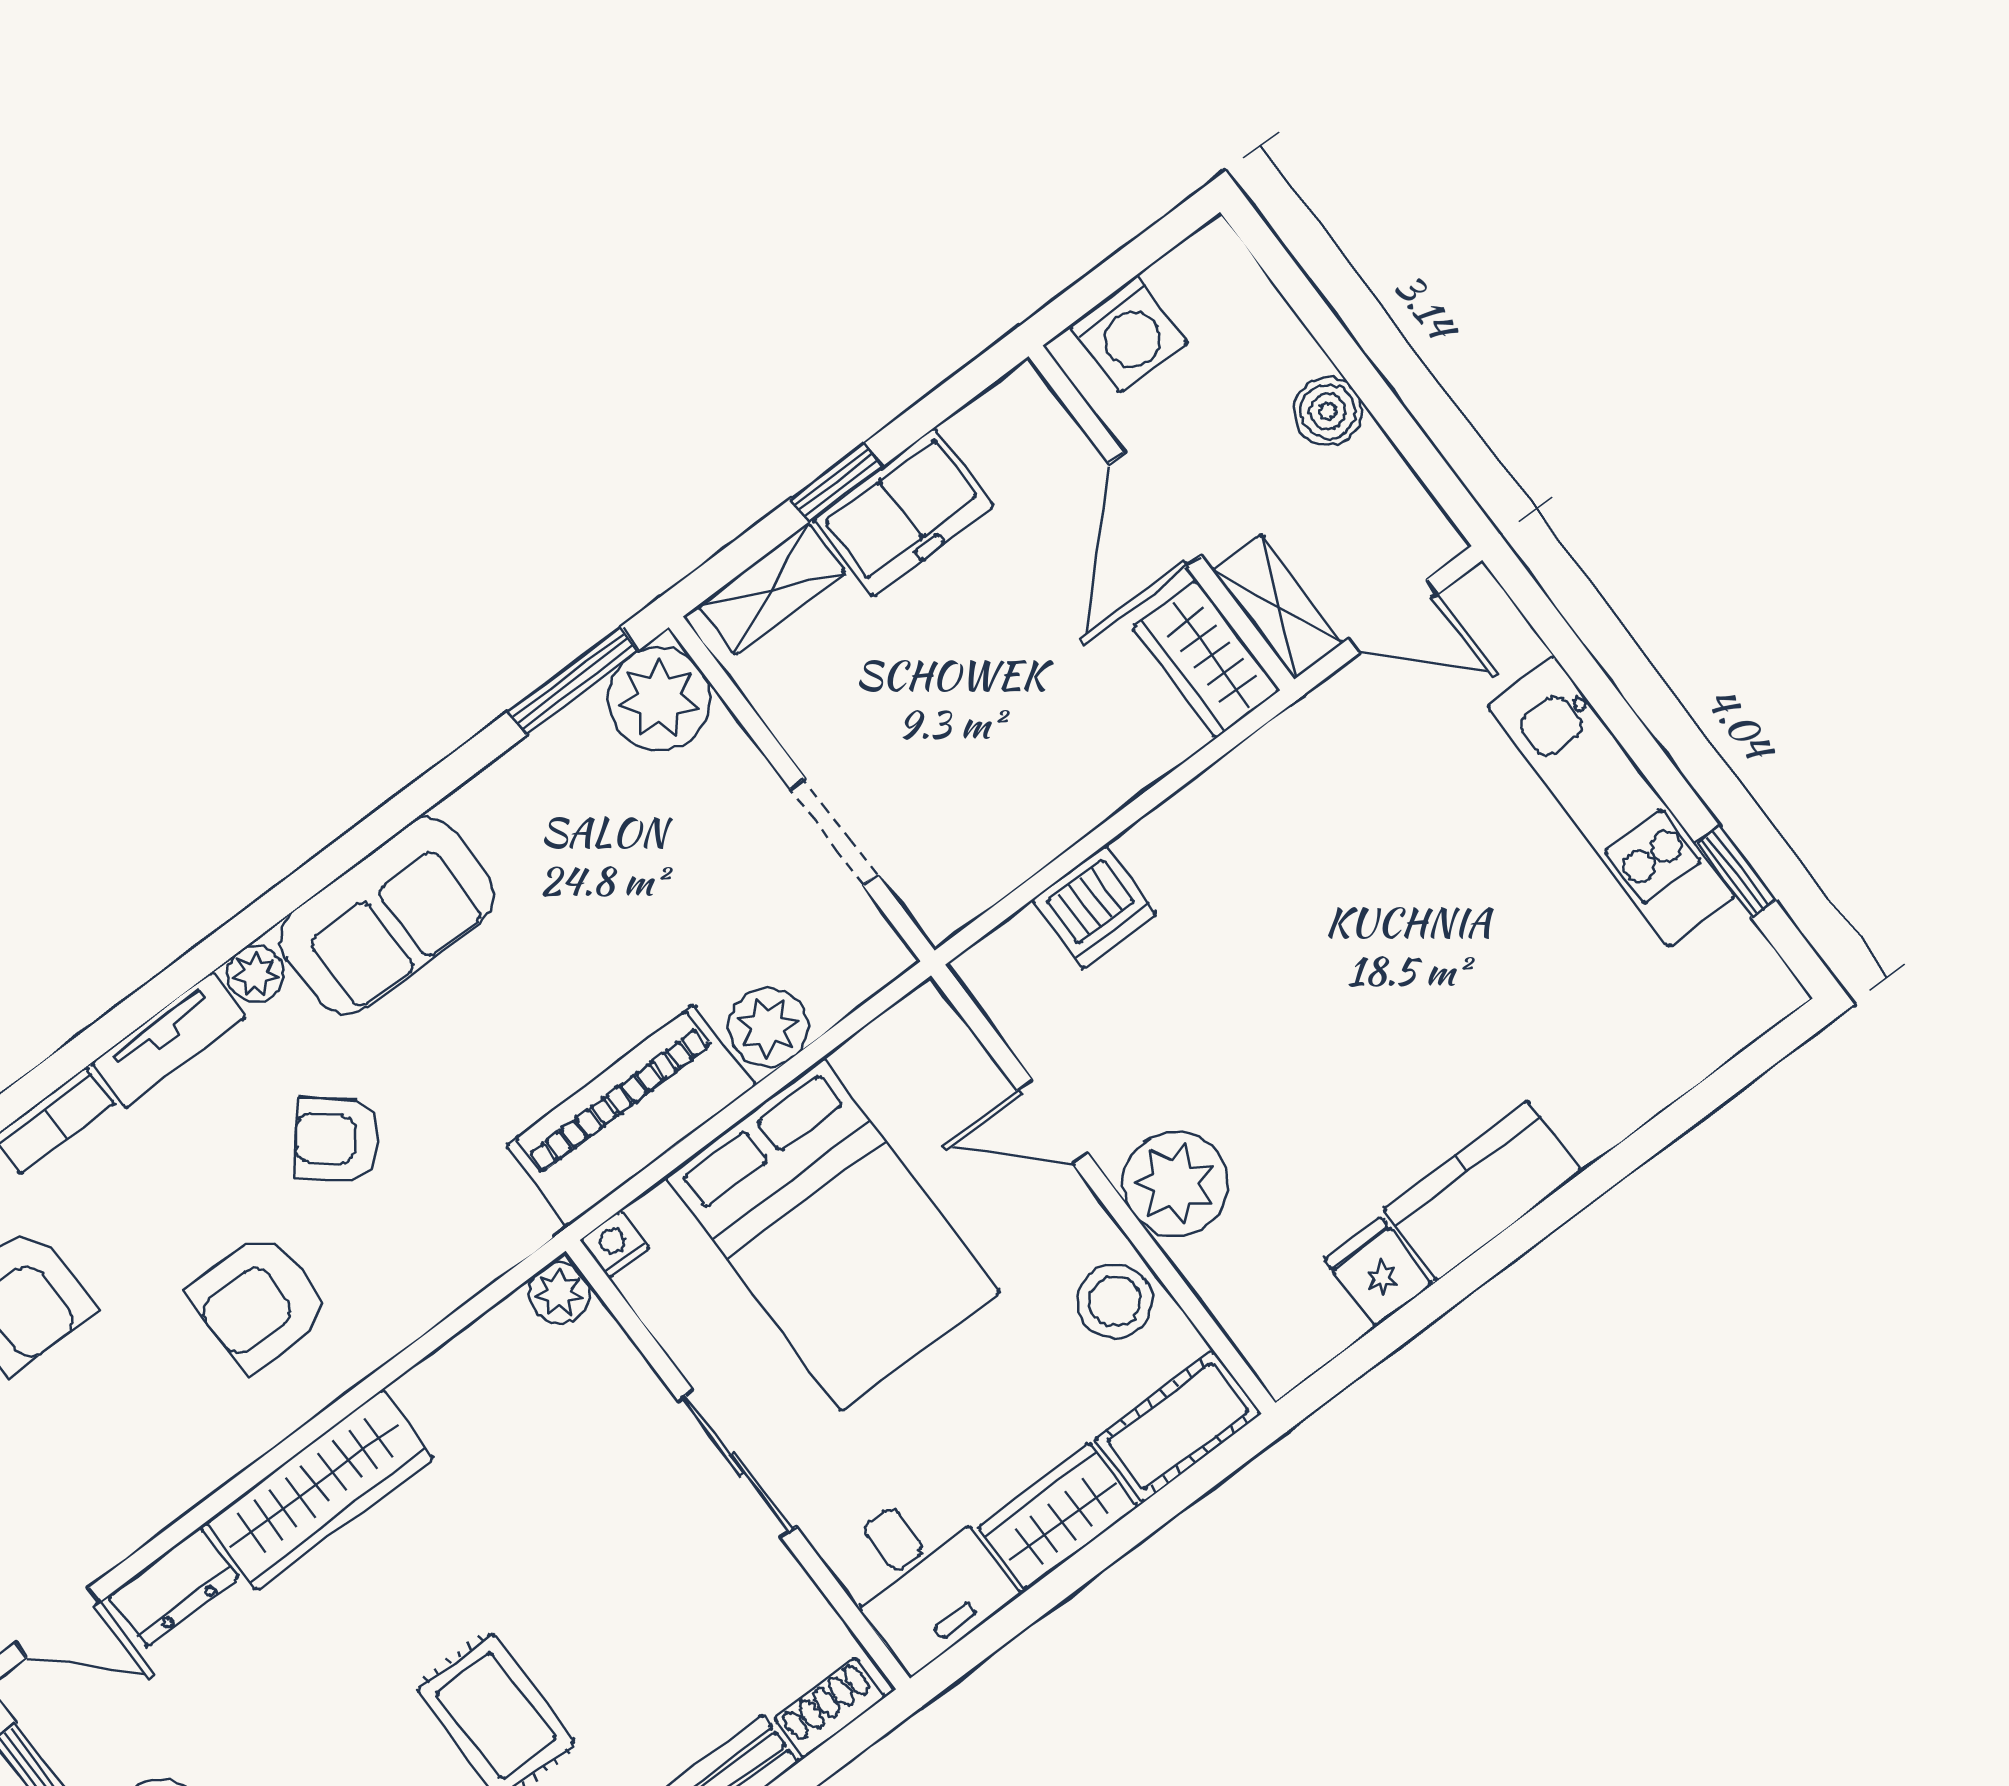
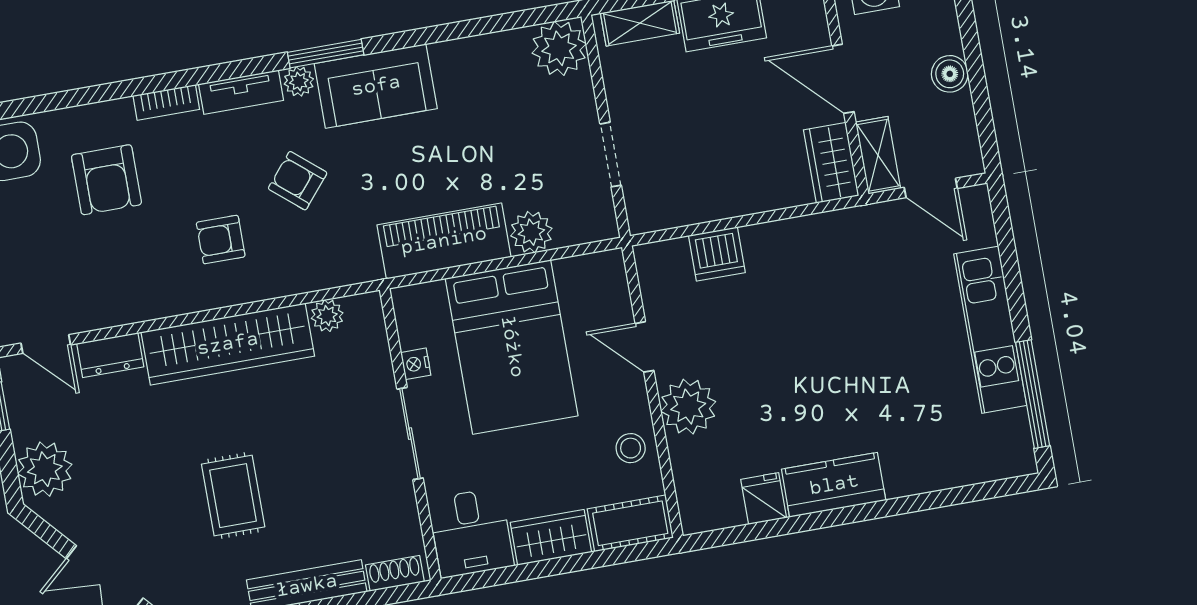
door: (1155, 510) -> (843, 79), hinge flipped
window: (573, 681) -> (326, 54), moved
window: (1736, 872) -> (1033, 394), width x2.17
nightstand: (615, 1244) -> (416, 364), moved, turned -90
plant: (560, 1293) -> (327, 316), moved
stool: (1115, 1301) -> (631, 448), width x0.73, depth x0.73
armchair: (259, 1302) -> (221, 240), width x0.72, depth x0.72
wardrobe: (319, 1490) -> (228, 344), width x1.40, depth x1.17

